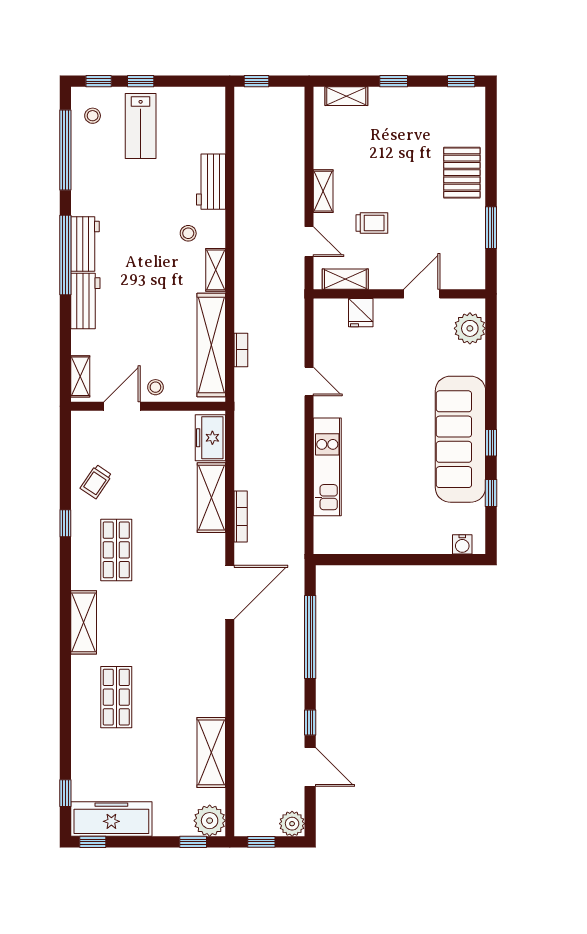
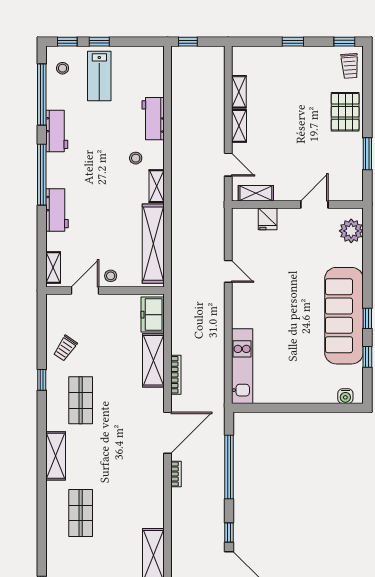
shelving: (346, 96) -> (239, 92), moved, turned 90
trolley: (372, 223) -> (350, 66), moved, turned 86
workbench: (85, 244) -> (57, 131), moved
bookcase: (241, 350) -> (176, 474), moved
kitchen unit: (327, 467) -> (242, 366), moved

